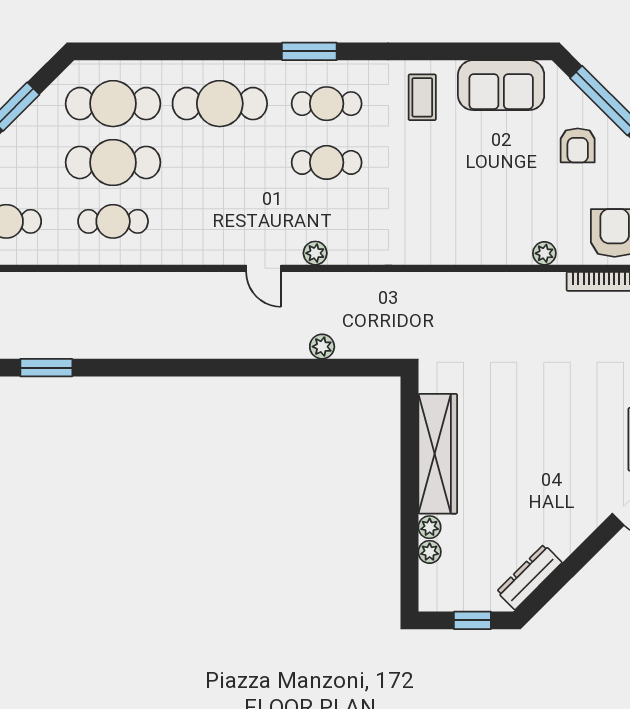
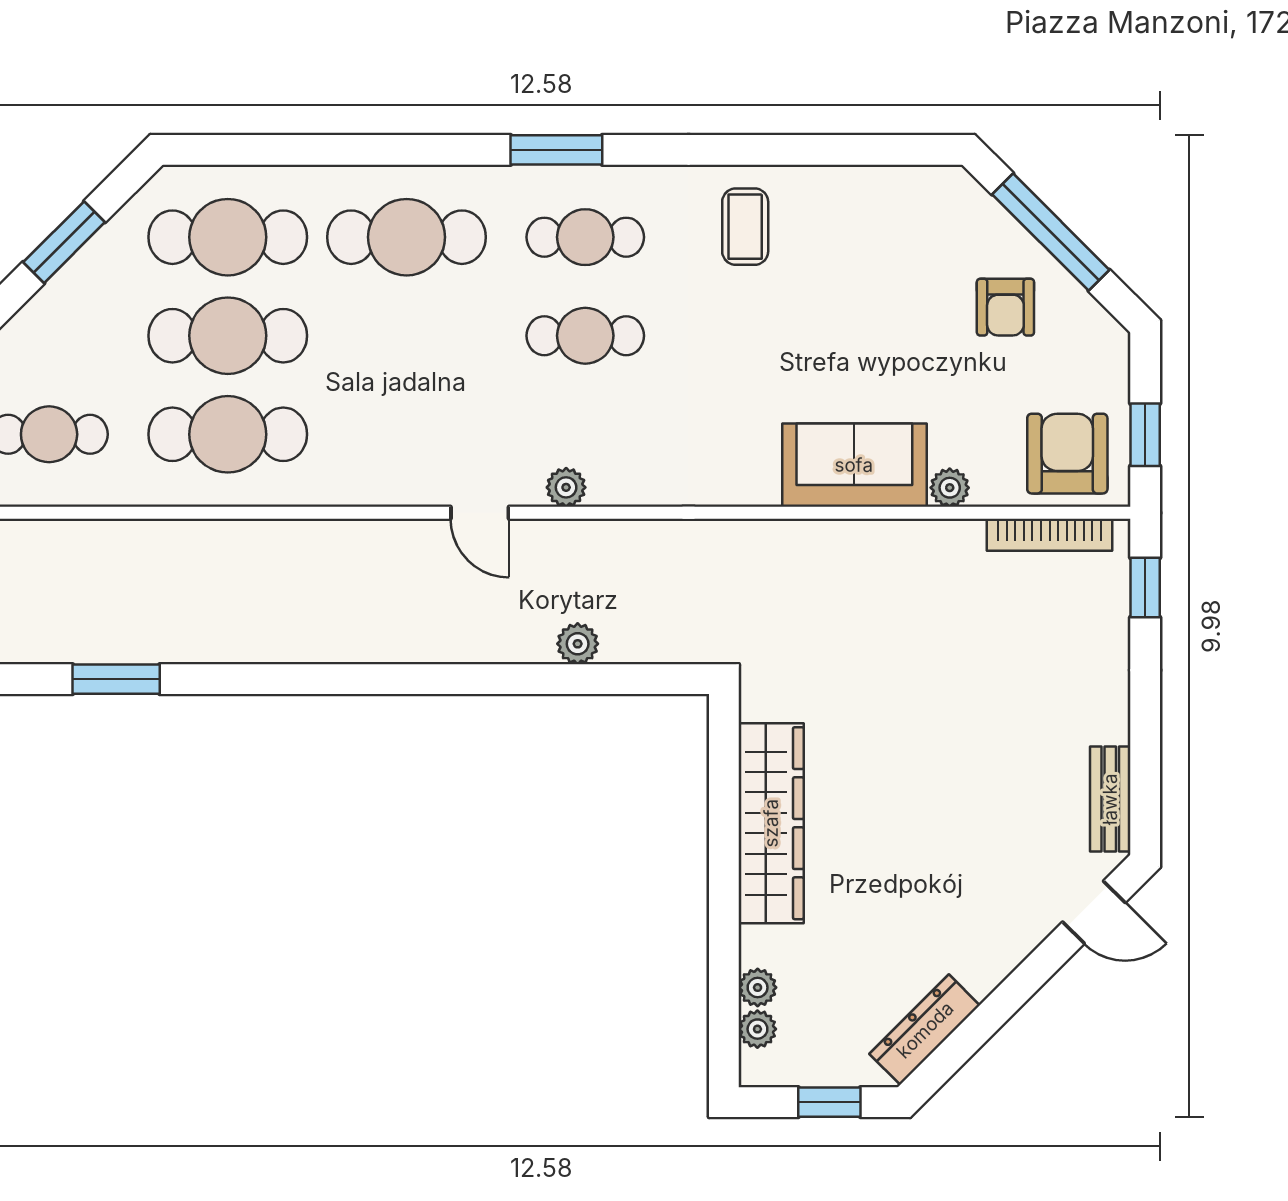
sofa: (501, 85) -> (854, 465), moved, turned 180
cafe table: (113, 221) -> (228, 434), width x1.37, depth x1.35
plant: (430, 527) -> (757, 1029), moved

